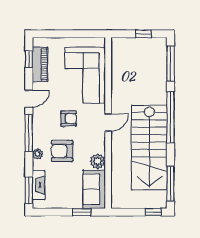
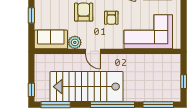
door: (108, 123) -> (93, 51), moved
window: (82, 212) -> (31, 15), moved

